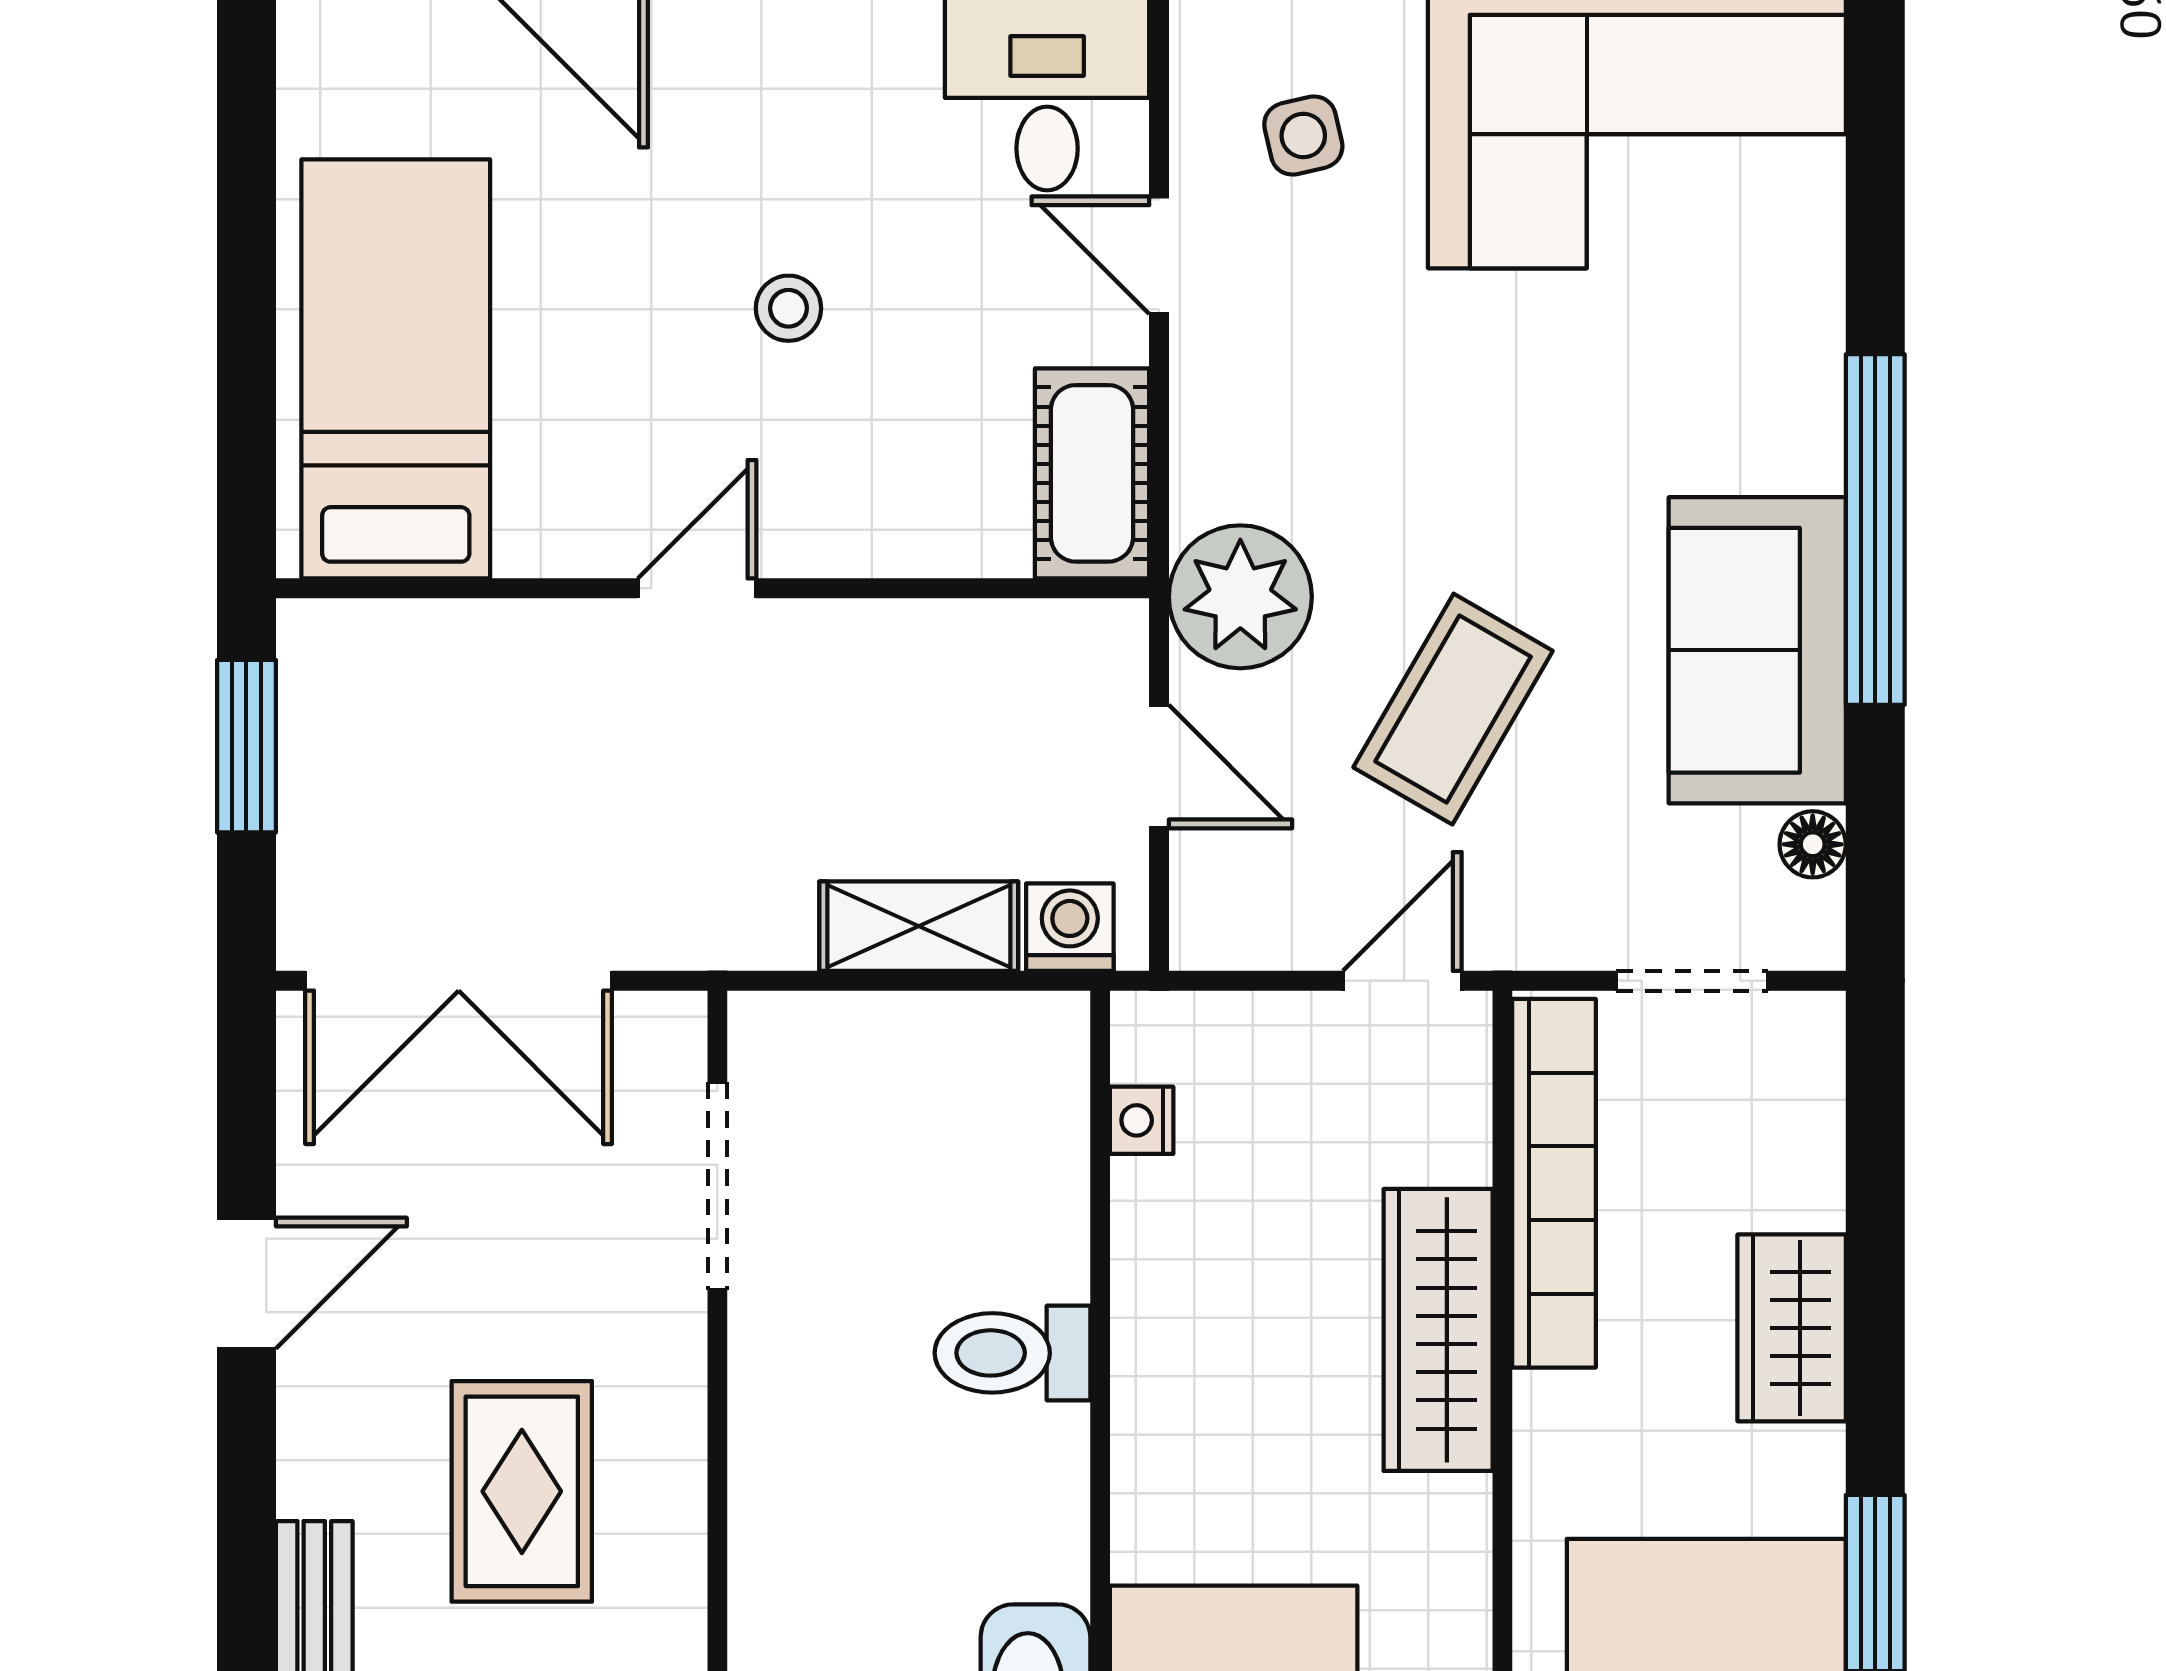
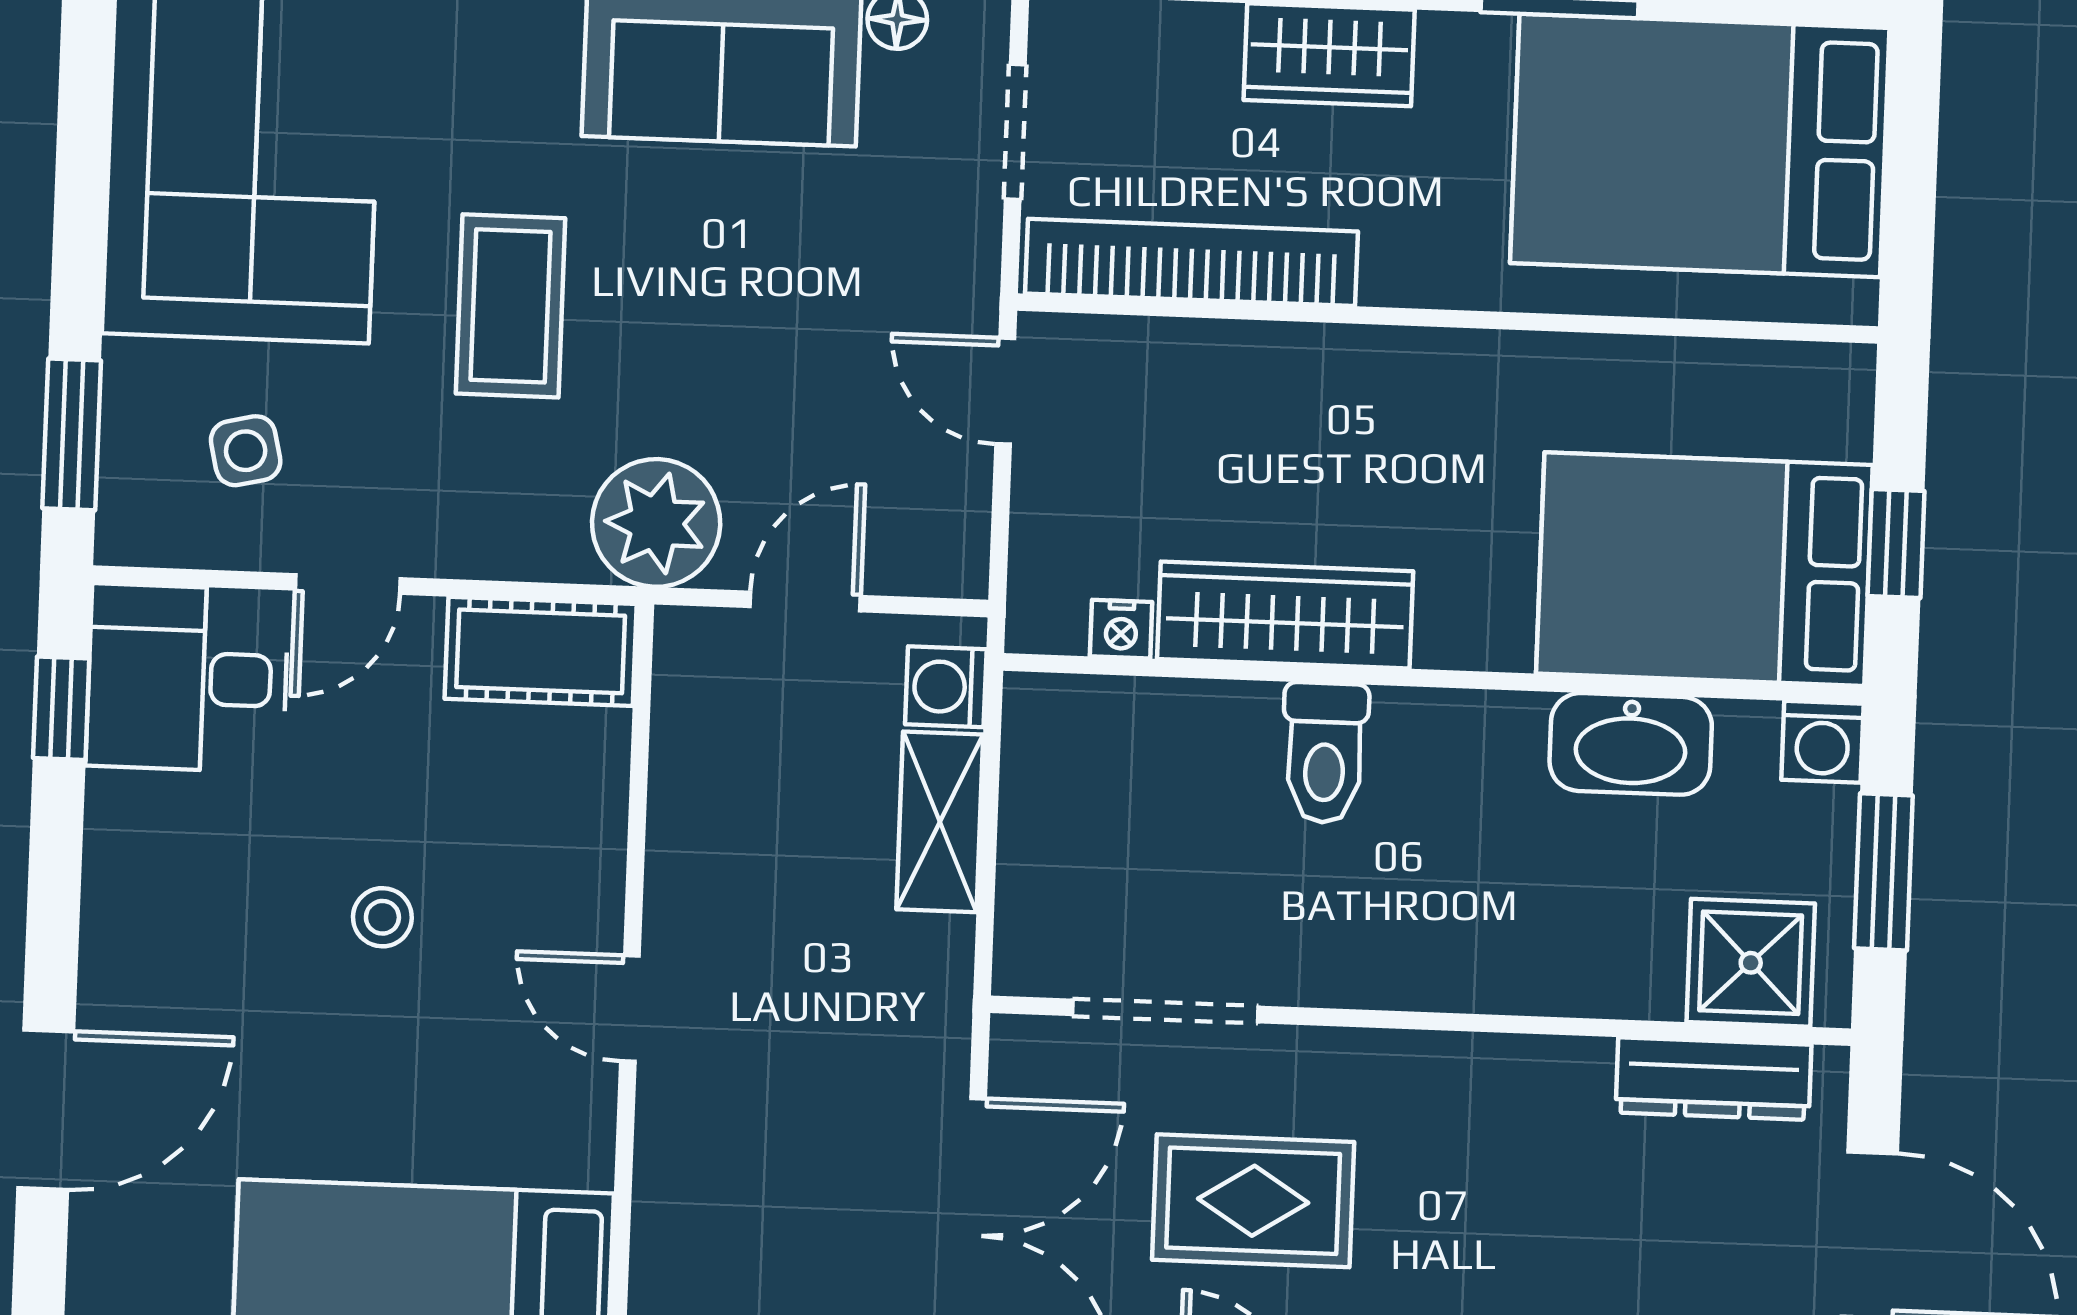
coffee table: (1453, 709) -> (511, 306), moved, turned 60
wardrobe: (1438, 1330) -> (1285, 615), moved, turned 180
rug: (522, 1491) -> (1253, 1201), moved

